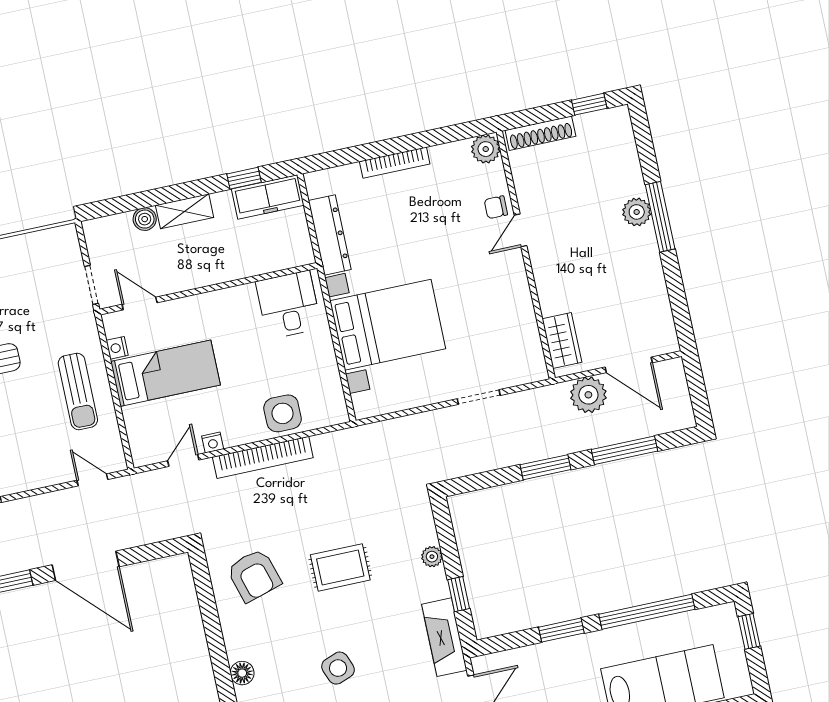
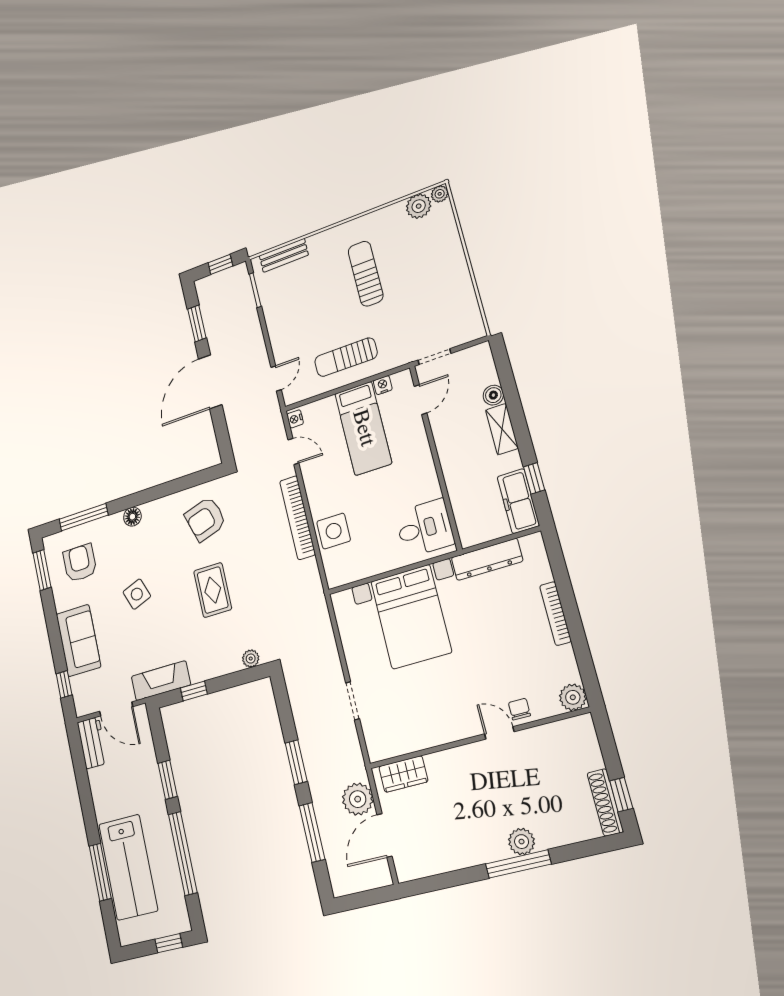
shoe rack: (540, 133) -> (605, 802), moved
nightstand: (213, 442) -> (295, 419), moved
plant: (432, 557) -> (251, 659), moved

